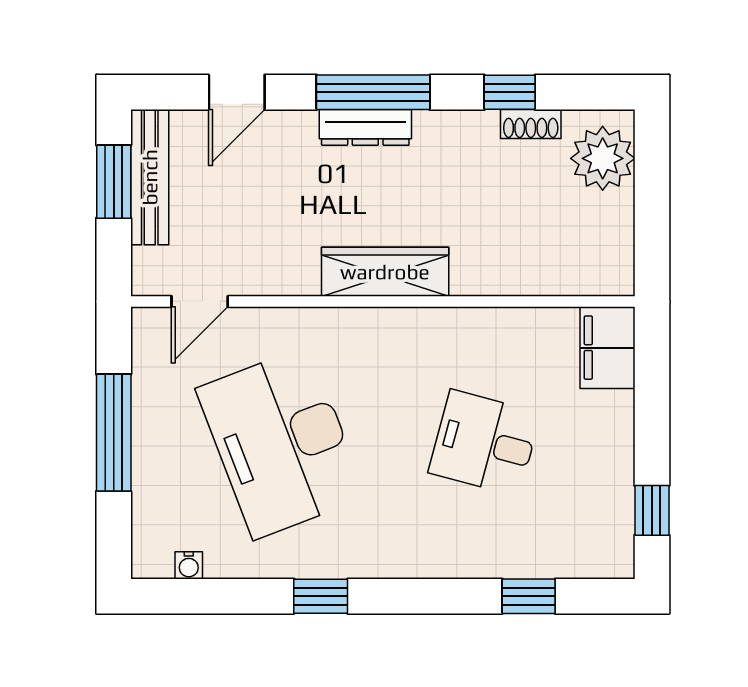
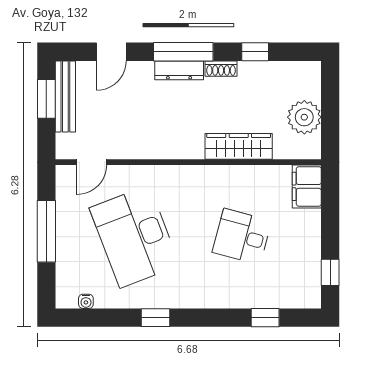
shoe rack: (531, 124) -> (221, 69), moved
plant: (603, 158) -> (304, 117), moved
wardrobe: (385, 272) -> (239, 146), moved

